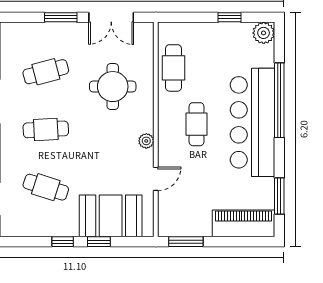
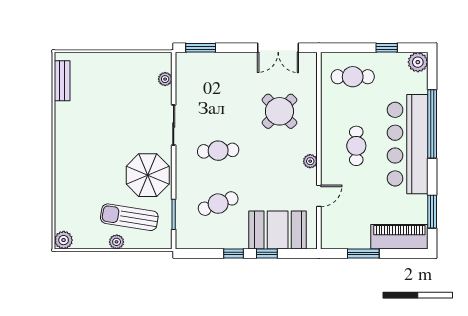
window: (61, 17) -> (201, 48), moved
cafe table: (173, 68) -> (353, 77), moved, turned 90
cafe table: (46, 72) -> (218, 98), removed
round table: (113, 87) -> (279, 111), turned 45
cafe table: (46, 187) -> (218, 204), turned -39
window: (186, 242) -> (363, 253), moved

